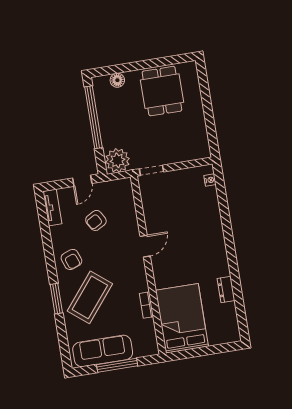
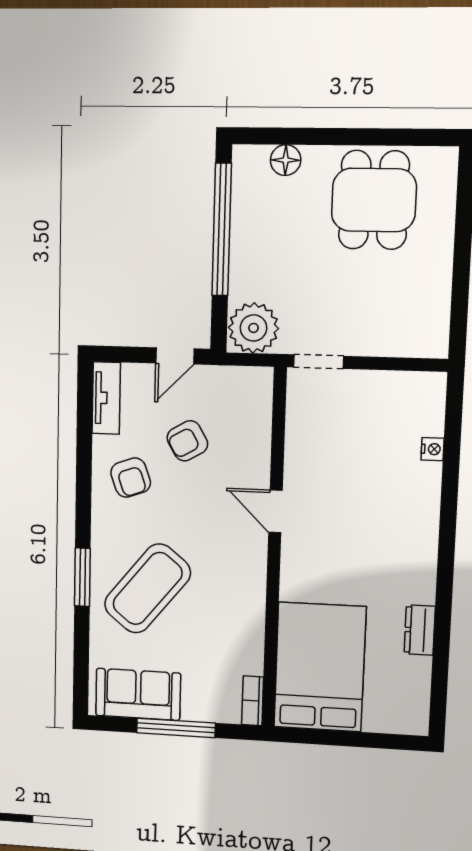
nightstand: (210, 180) -> (433, 449), moved
door: (145, 246) -> (275, 511), swing flipped
armchair: (71, 259) -> (131, 478), moved
bookcase: (146, 305) -> (253, 701), moved
sofa: (103, 351) -> (138, 694), width x0.73

